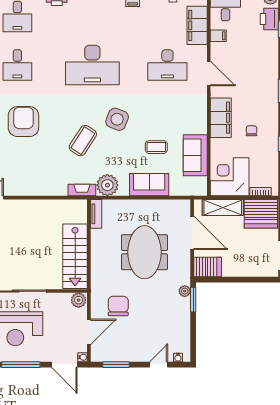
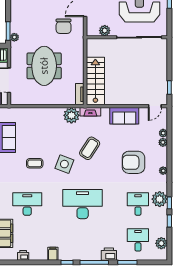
armchair: (23, 122) -> (133, 162), turned 90
coffee table: (156, 147) -> (35, 163), moved
sofa: (149, 185) -> (124, 116), moved
stairs: (75, 256) -> (95, 81), moved
plant: (79, 300) -> (105, 31), moved

